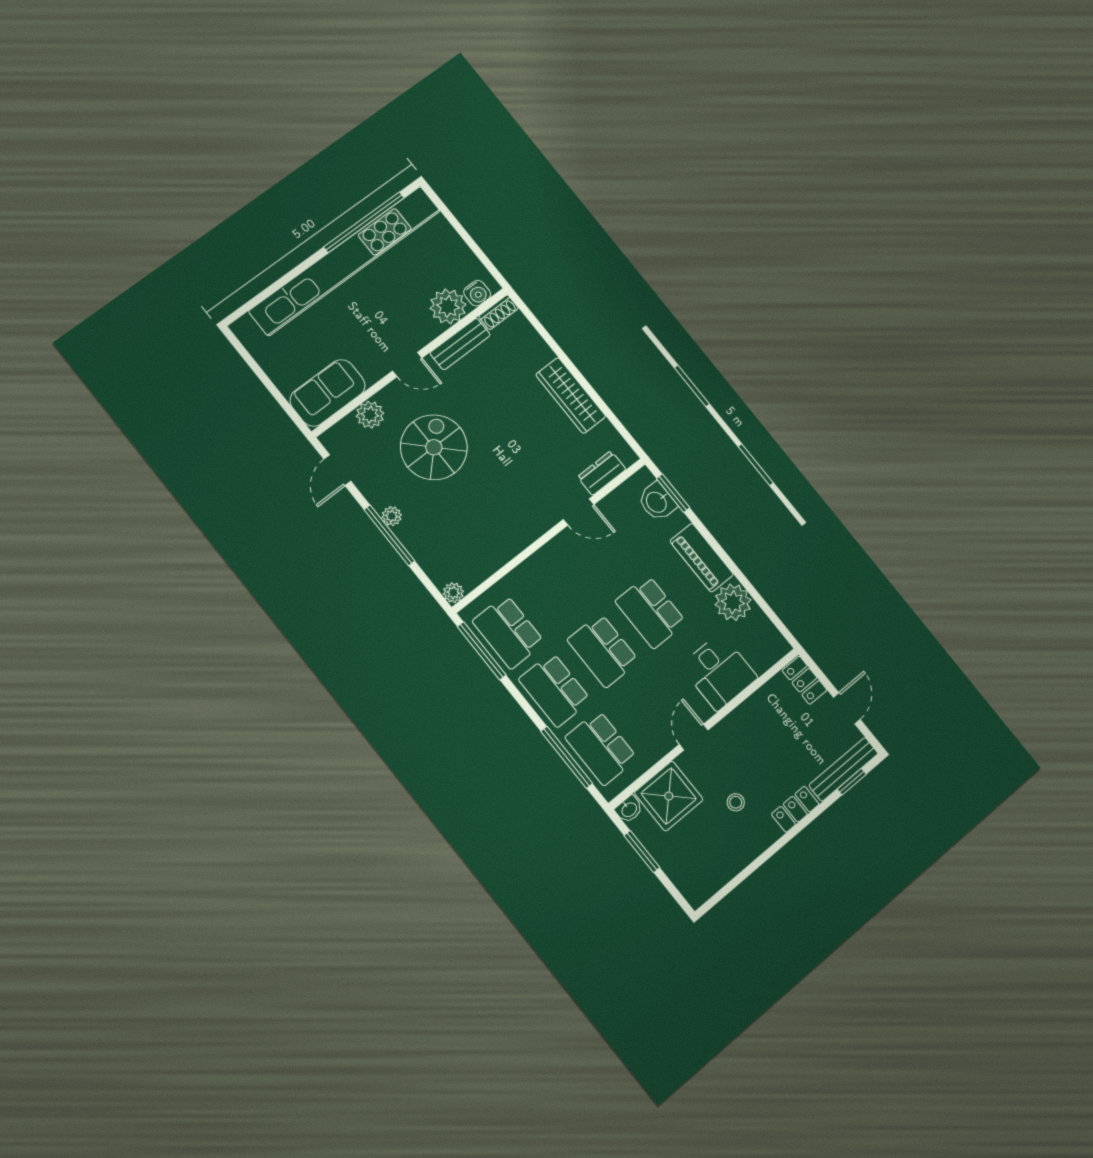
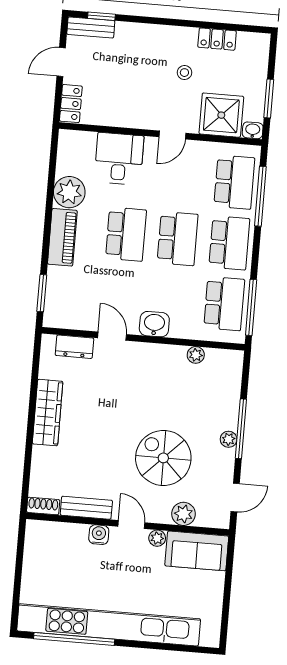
water cooler: (477, 293) -> (99, 535), moved
plant: (448, 306) -> (157, 538), moved, width x0.53, depth x0.53
spiral stairs: (434, 447) -> (163, 458), turned 90
washbasin: (657, 502) -> (154, 324), moved, turned -90
plant: (453, 593) -> (196, 355), moved
bench: (843, 769) -> (91, 27), width x0.73
locker: (795, 809) -> (217, 39), moved

